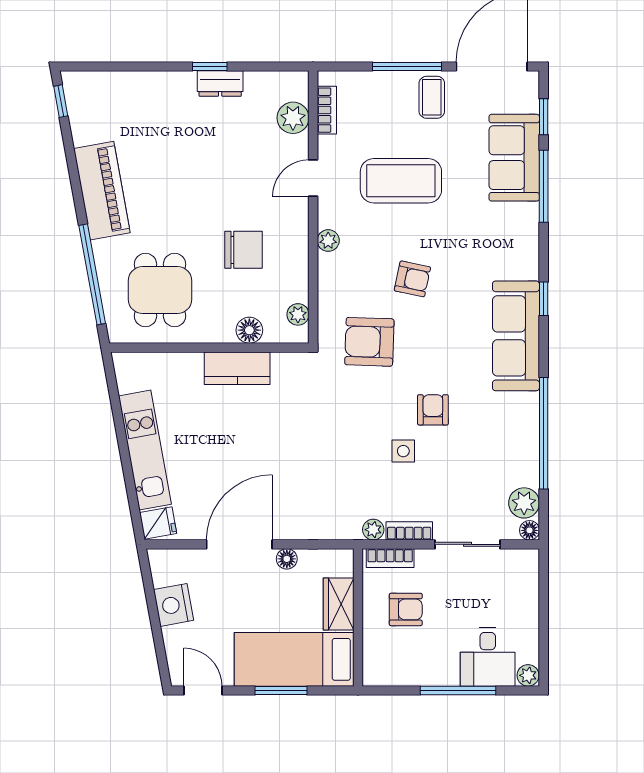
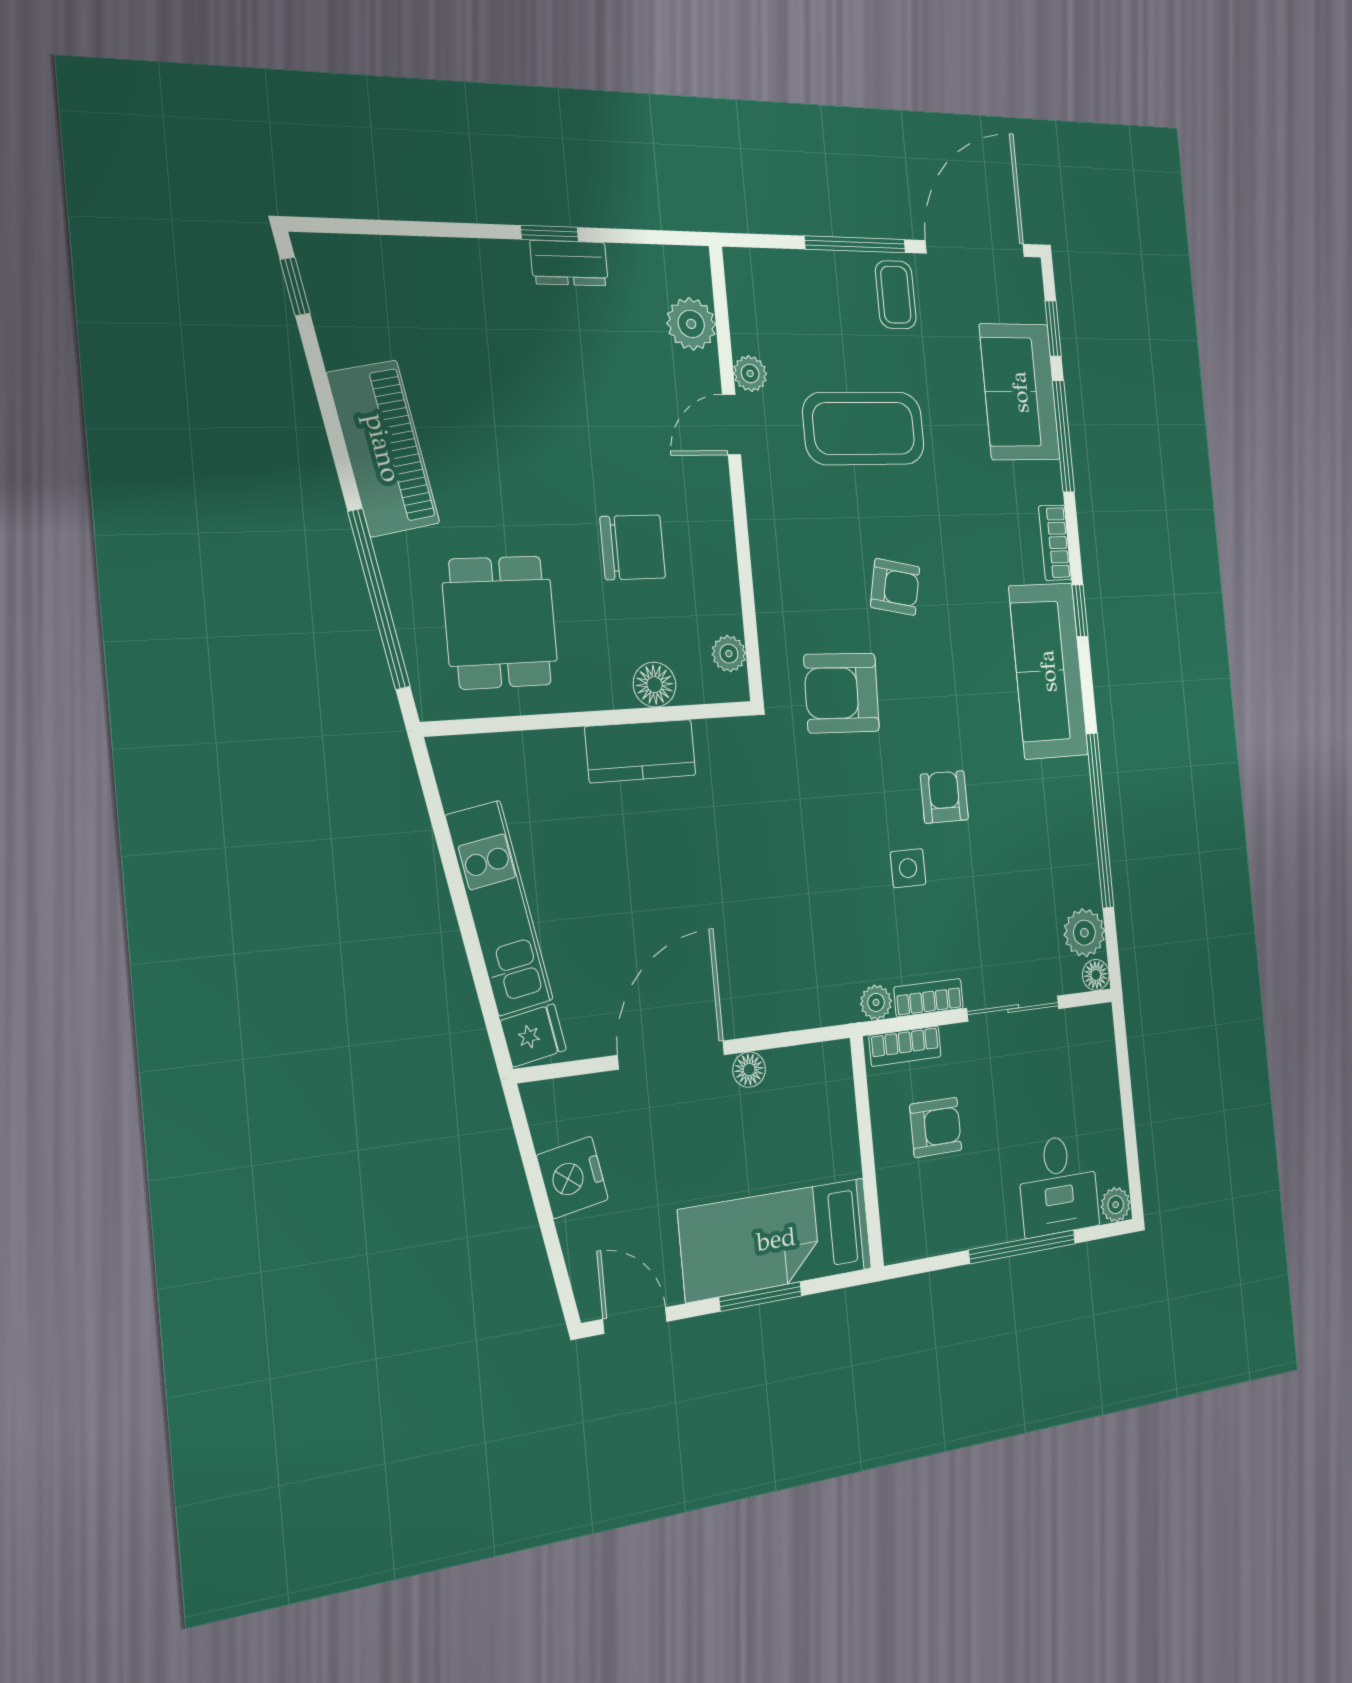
bookcase: (327, 110) -> (1055, 543), moved, turned 180
plant: (328, 241) -> (750, 374), moved
wardrobe: (339, 604) -> (836, 1134), removed

